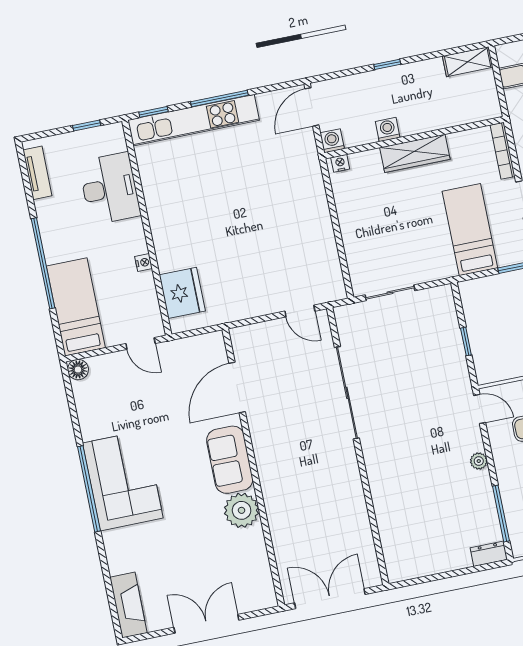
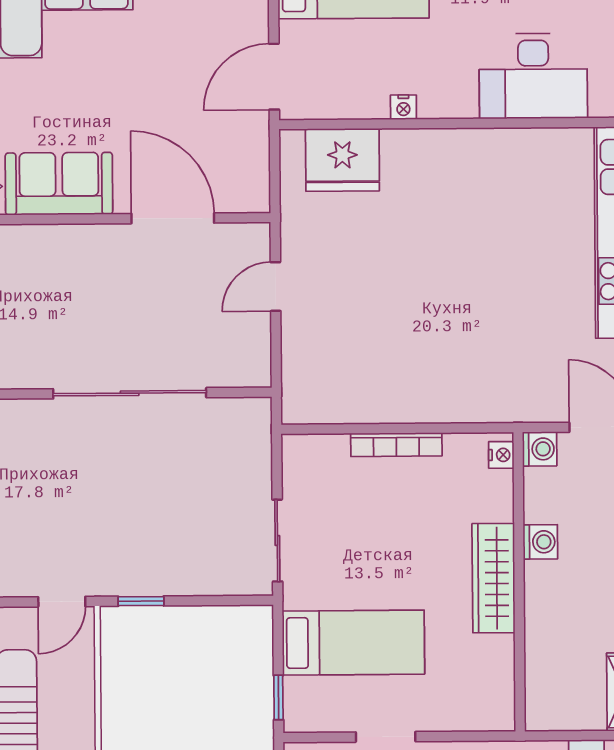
bookcase: (503, 151) -> (396, 445), moved, turned 180
sliding door: (390, 293) -> (277, 541), moved
door: (300, 311) -> (276, 287), moved
window: (466, 341) -> (141, 601), moved
door: (140, 344) -> (274, 77), width x1.38

